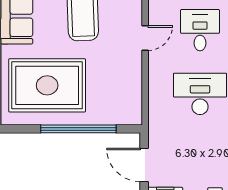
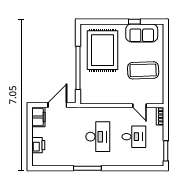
door: (145, 38) -> (140, 106), moved

